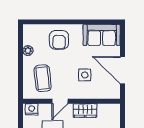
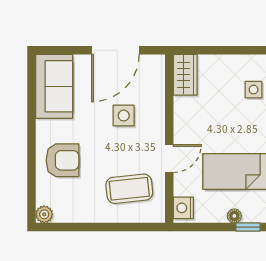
plant: (28, 51) -> (44, 214), moved
door: (60, 101) -> (169, 159), hinge flipped
wardrobe: (85, 110) -> (185, 75), moved

